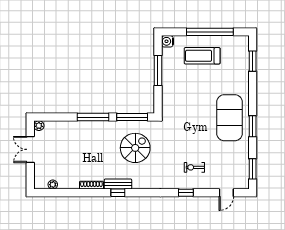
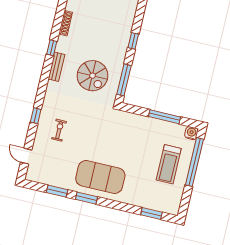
window: (210, 32) -> (194, 162), moved
treadmill: (202, 56) -> (169, 164), turned 180
window: (93, 117) -> (133, 41), width x0.46
window: (253, 169) -> (57, 191), moved
bench: (118, 184) -> (57, 67), moved

